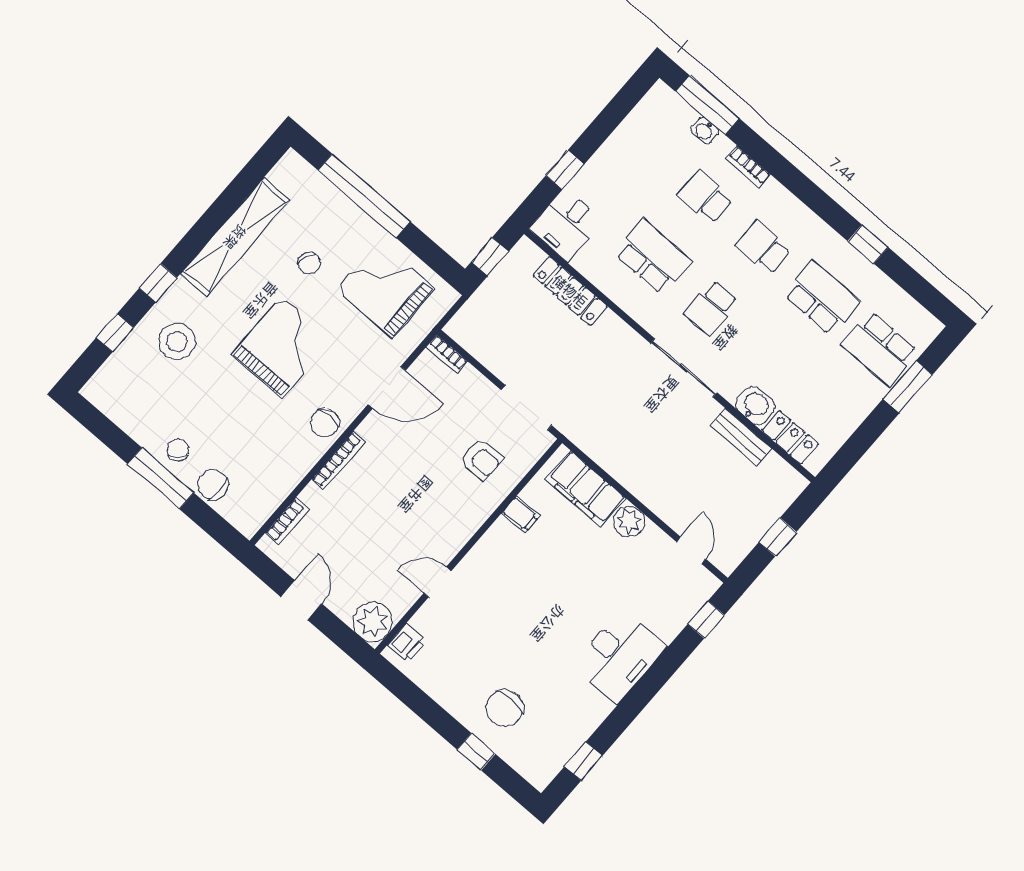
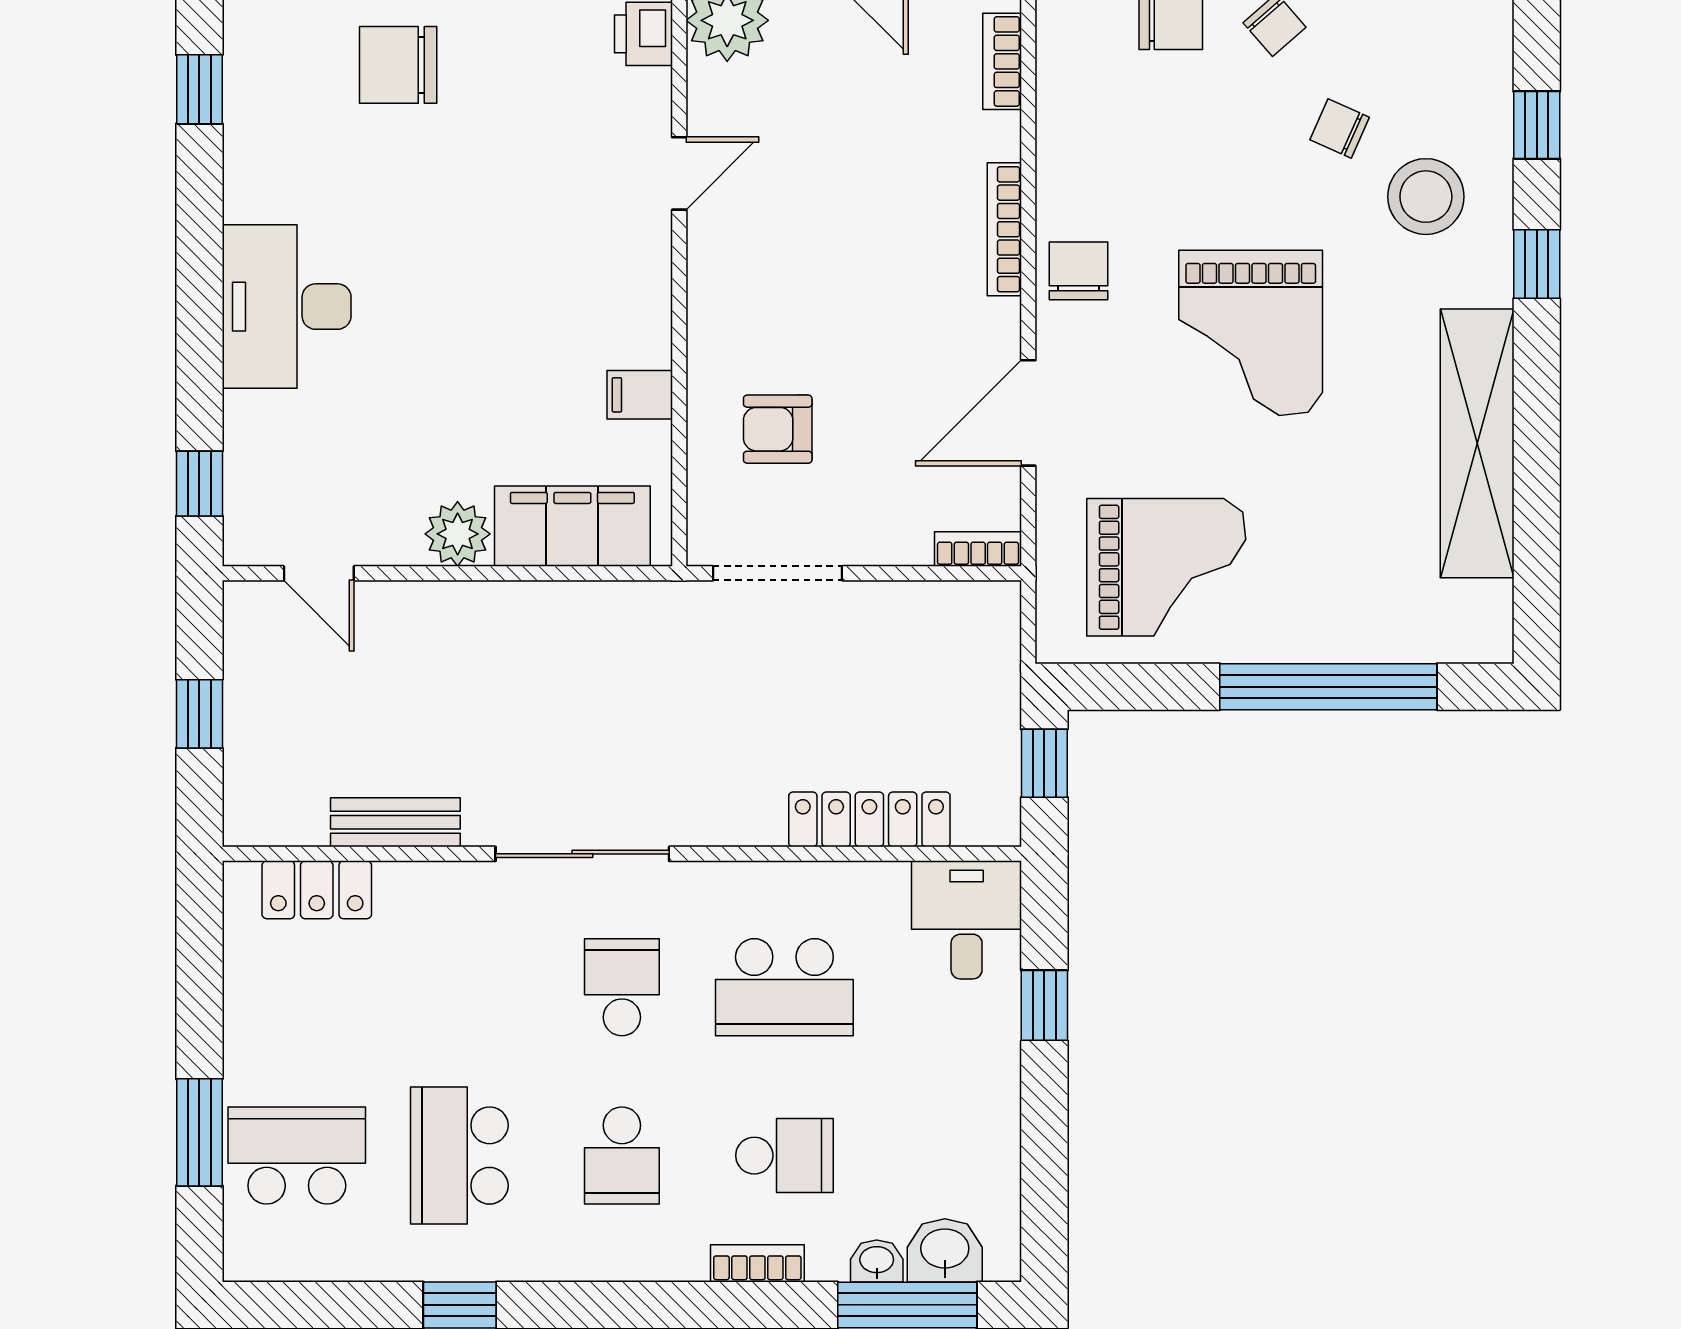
school desk: (763, 247) -> (622, 1156), turned 90
chair: (309, 263) -> (1340, 129), moved
school desk: (822, 298) -> (459, 1156), turned 90
washbasin: (755, 406) -> (945, 1250), moved, turned 180
chair: (505, 708) -> (398, 65), turned -90

